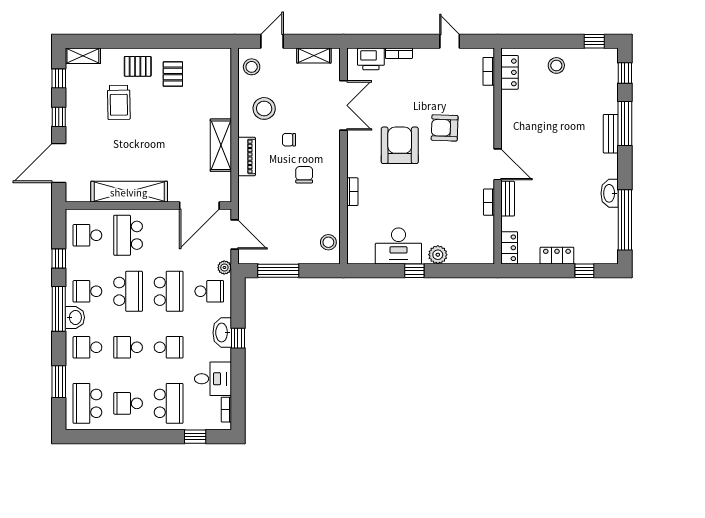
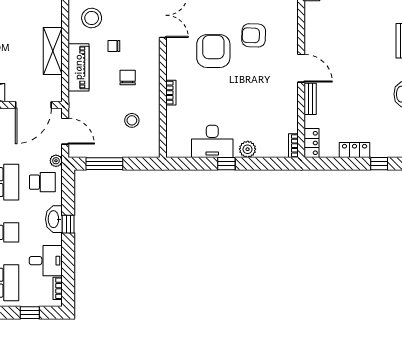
piano: (247, 156) -> (78, 67), width x1.37, depth x1.33
bookcase: (489, 202) -> (293, 146), moved
stool: (328, 242) -> (132, 120), moved

